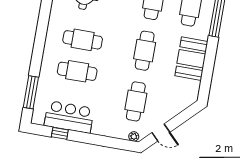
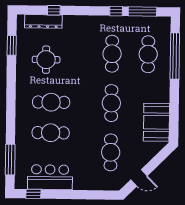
booth: (191, 59) -> (156, 122), moved
window: (60, 133) -> (33, 194), moved
plant: (134, 136) -> (114, 186), removed

